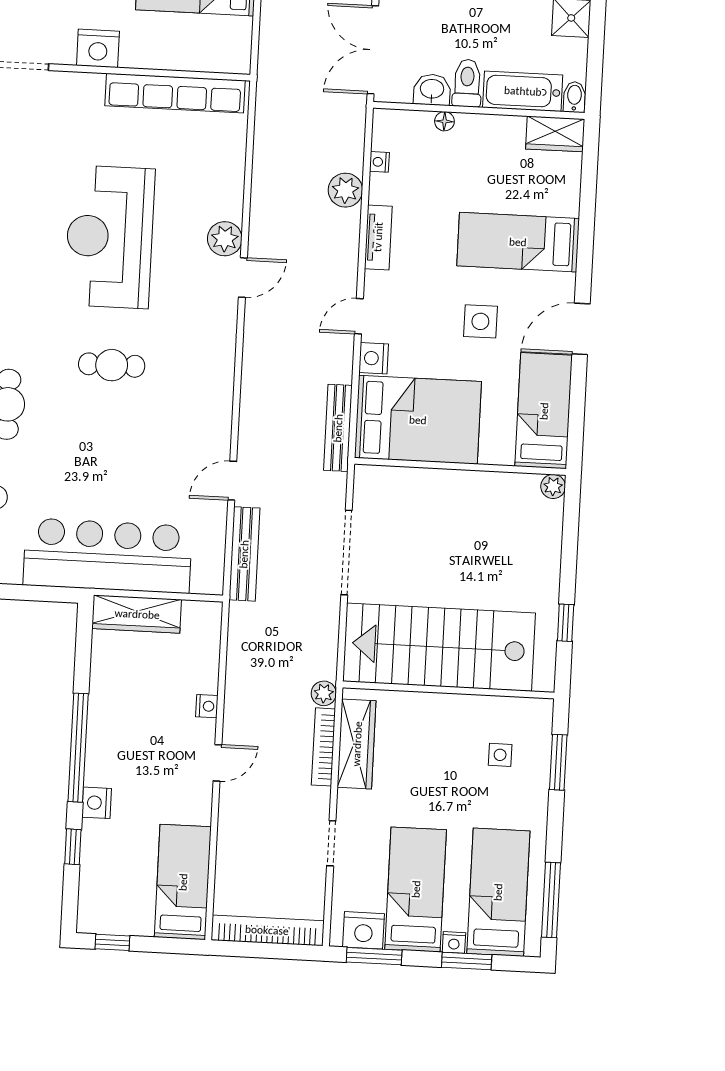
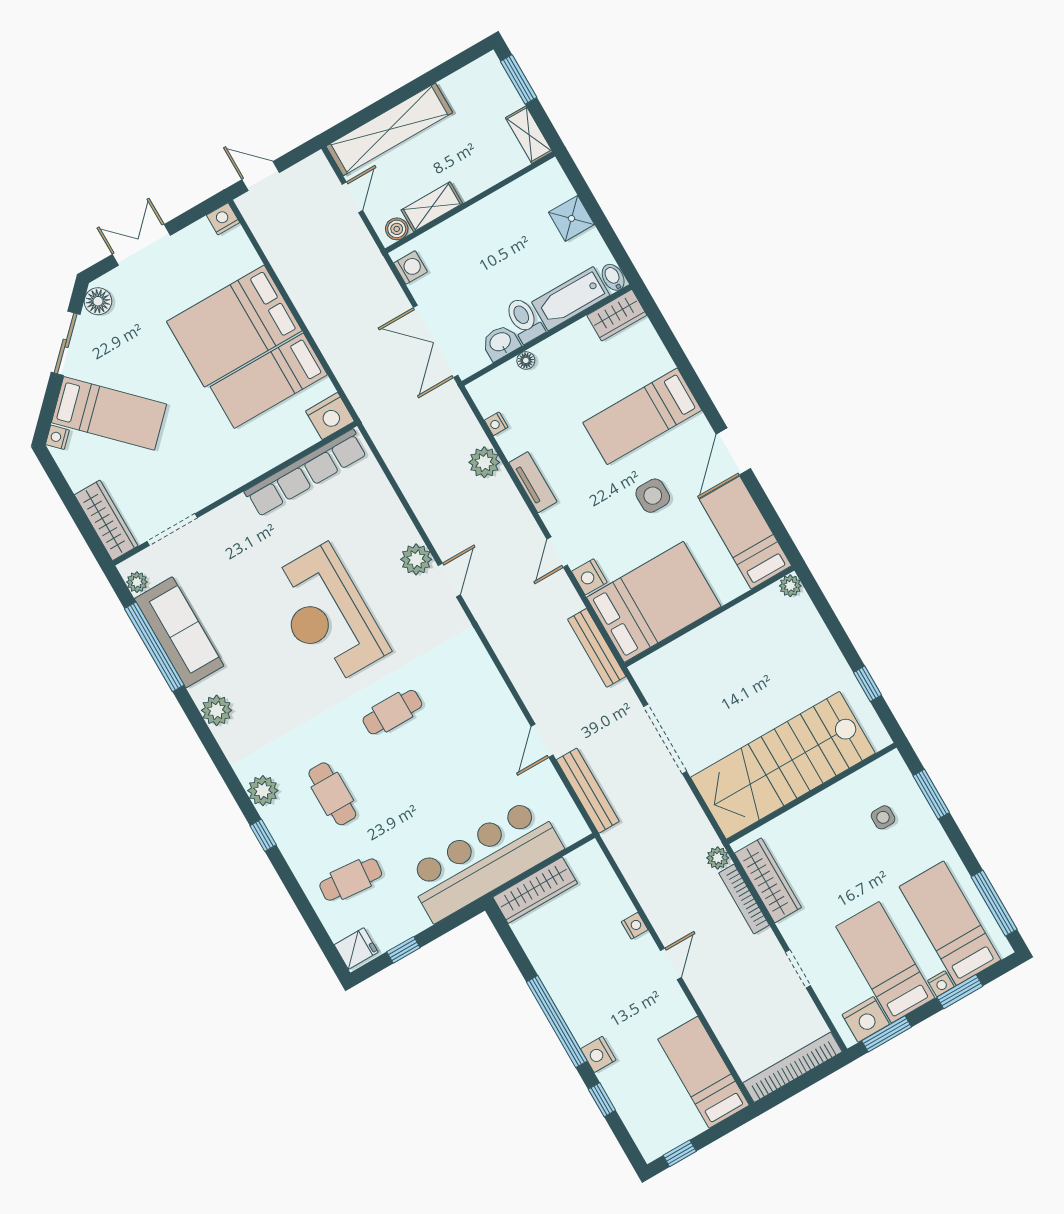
nightstand: (98, 48) -> (330, 416), moved

